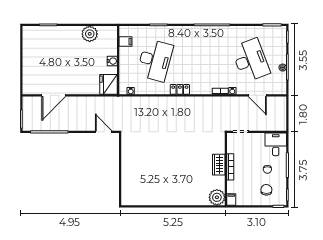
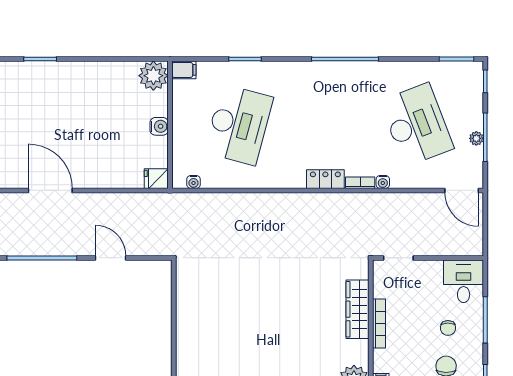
plant: (90, 34) -> (153, 76), moved
filing cabinet: (126, 42) -> (184, 70), moved
fridge: (109, 84) -> (156, 179), width x0.53, depth x0.75
locker: (180, 89) -> (325, 179), moved
door: (54, 95) -> (50, 190), swing flipped
door: (257, 95) -> (462, 190), moved
door: (104, 132) -> (111, 258), moved
wardrobe: (219, 165) -> (358, 309), width x1.50

